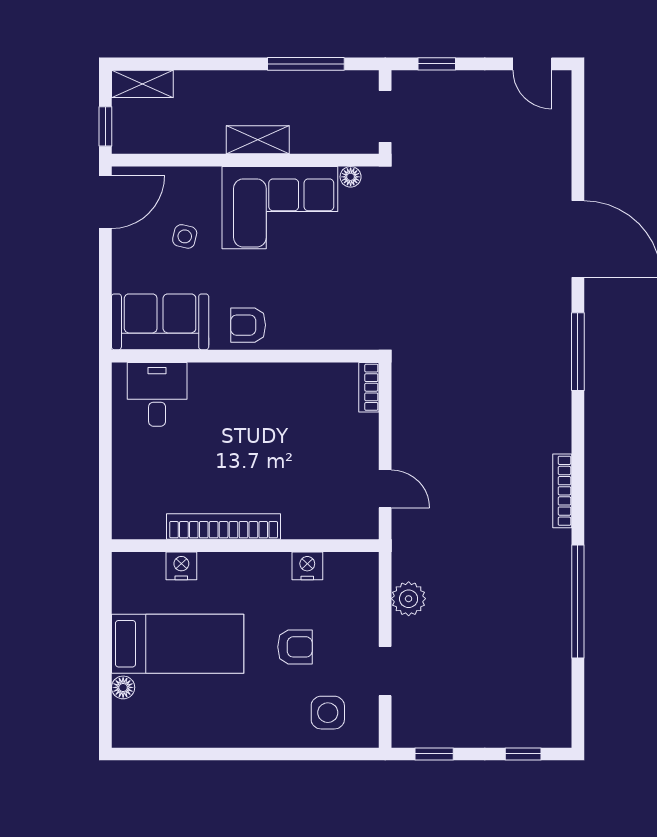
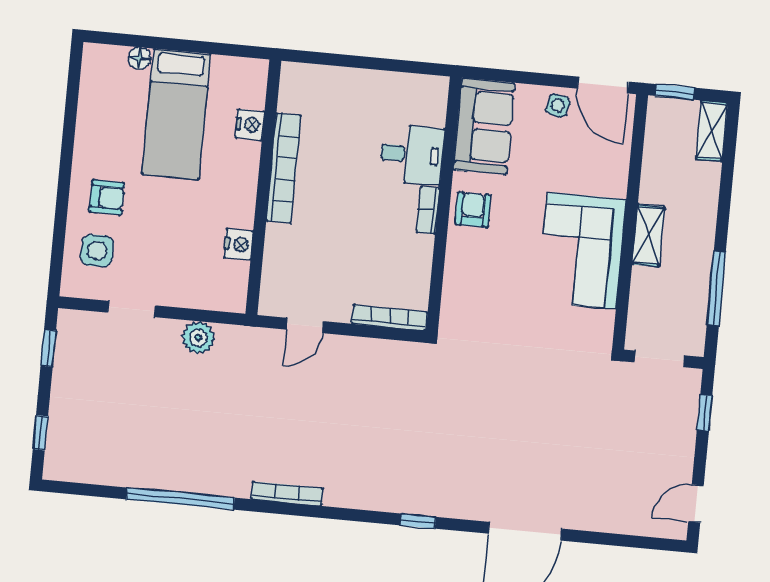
floor lamp: (351, 177) -> (605, 321), removed
side table: (185, 236) -> (558, 105), moved
window: (578, 352) -> (418, 521), width x0.46
bookcase: (253, 372) -> (428, 210), added
bookcase: (369, 387) -> (390, 318), width x1.56
desk: (157, 394) -> (412, 154), moved
armchair: (295, 647) -> (107, 197), moved, turned -90

